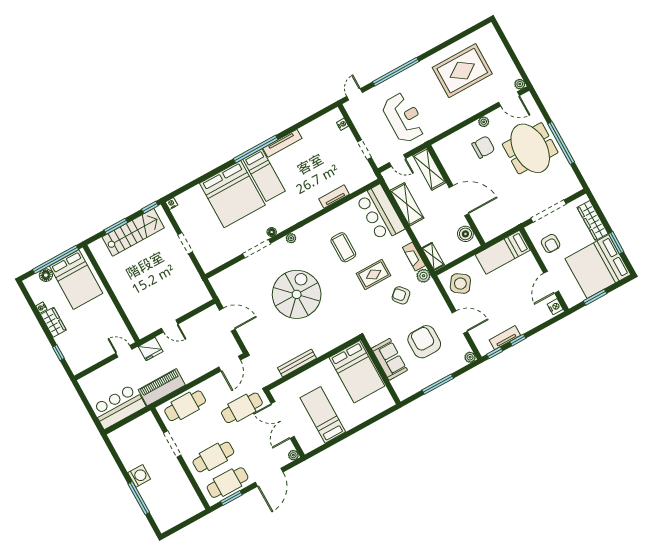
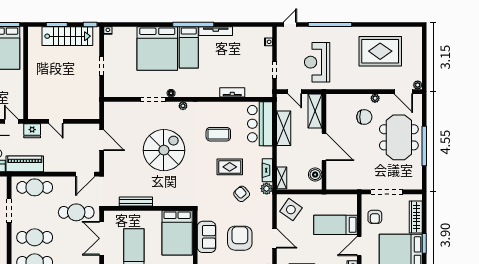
reception desk: (404, 118) -> (317, 62), turned 180
coffee table: (343, 247) -> (218, 134), turned 90
bed: (503, 252) -> (335, 225), moved

